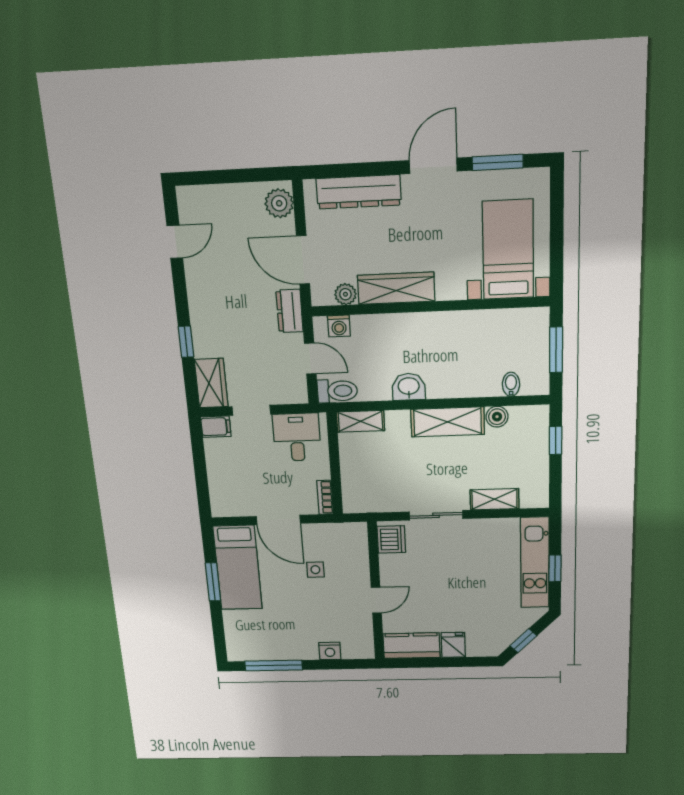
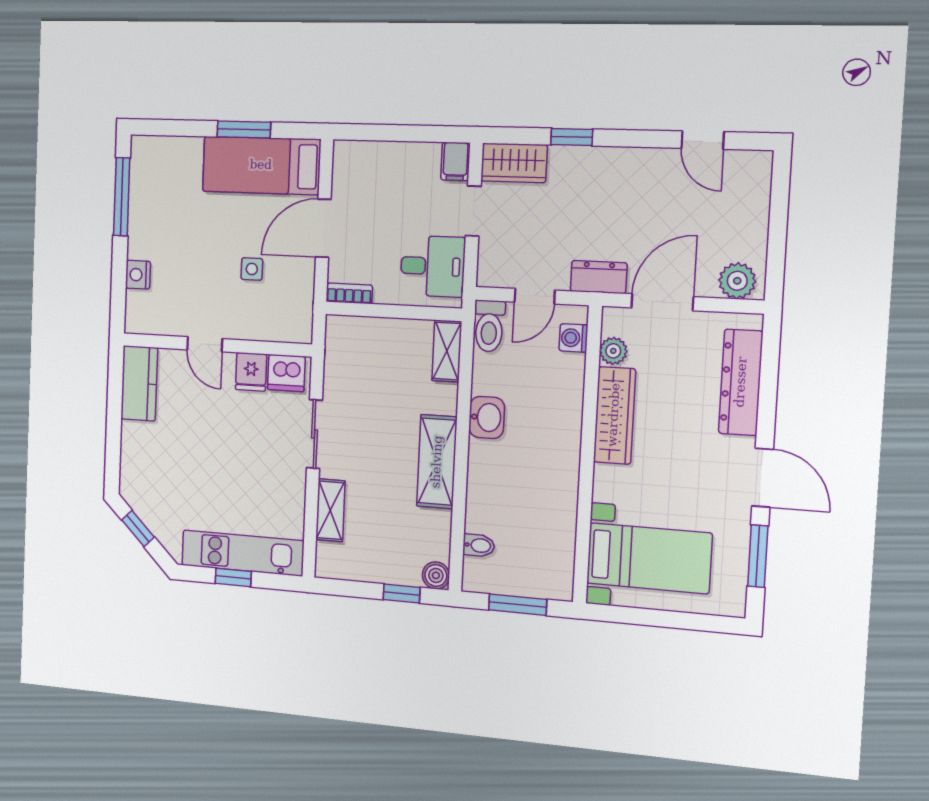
boiler: (497, 417) -> (436, 575), moved
fridge: (453, 645) -> (251, 372), moved, turned 90

